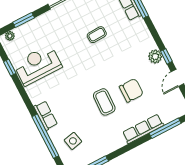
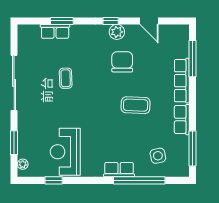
window: (166, 56) -> (111, 21), moved
chair: (131, 90) -> (122, 62), moved
row of seats: (112, 145) -> (182, 120), added

